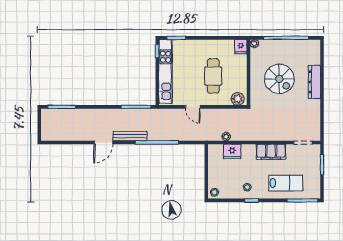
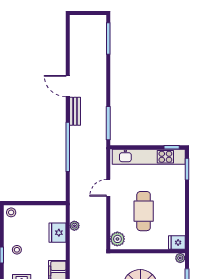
cafe table: (213, 76) -> (144, 211), turned 90
bench: (130, 136) -> (75, 111), width x0.73

